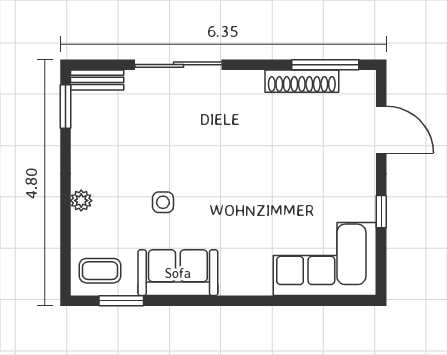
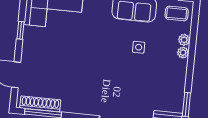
shoe rack: (302, 81) -> (40, 104), moved
plant: (81, 224) -> (184, 40), added

